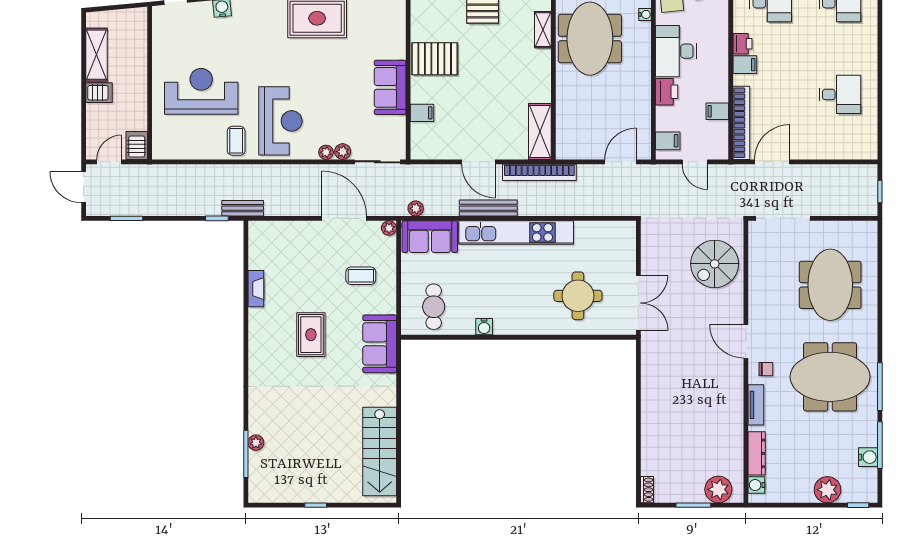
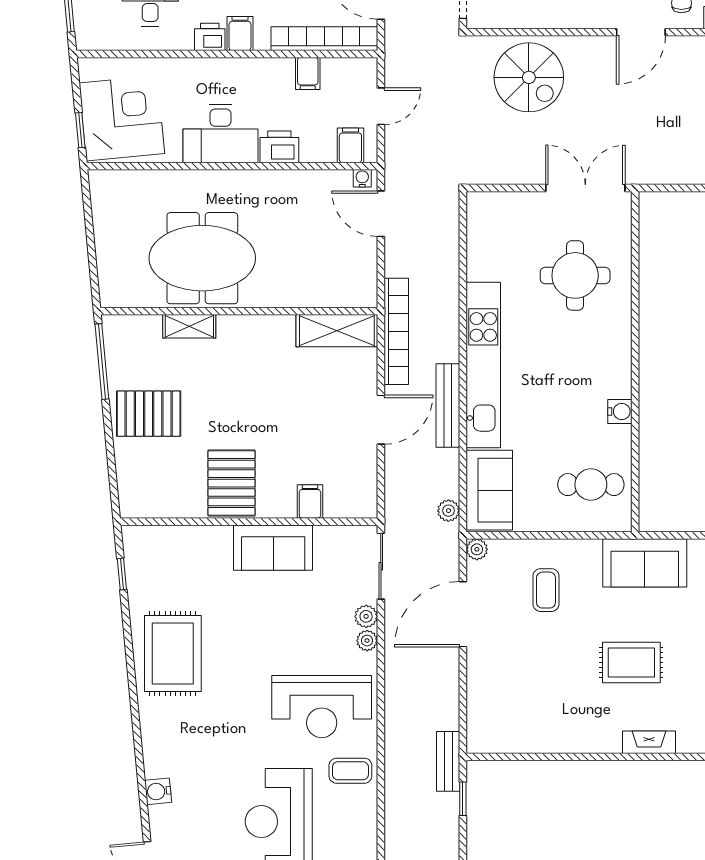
water cooler: (645, 14) -> (362, 178), moved
reception desk: (280, 121) -> (322, 707), turned 180
fireplace: (256, 289) -> (649, 742), moved

